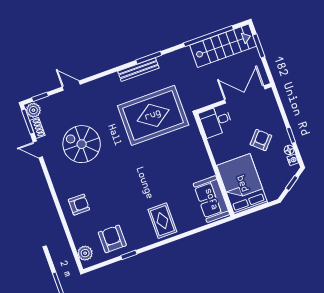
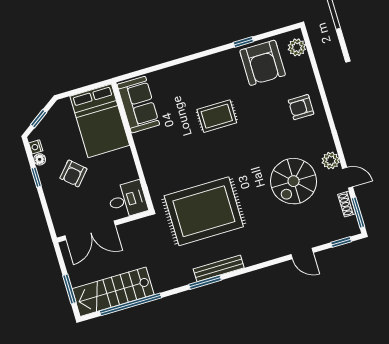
plant: (33, 110) -> (331, 161), moved
spiral stairs: (82, 144) -> (294, 181), turned 90
rug: (162, 221) -> (217, 116), moved, turned 90
armchair: (112, 239) -> (263, 63), width x1.36, depth x1.36

